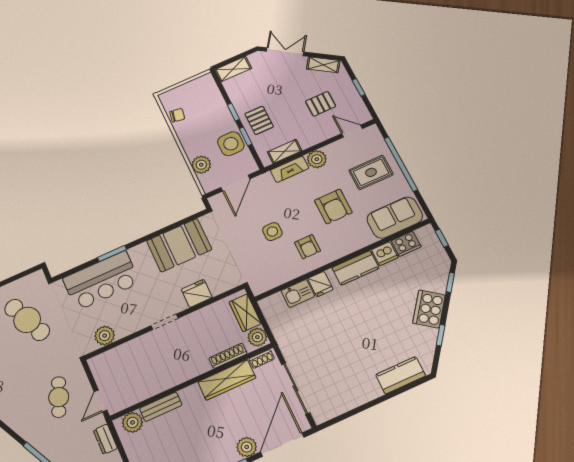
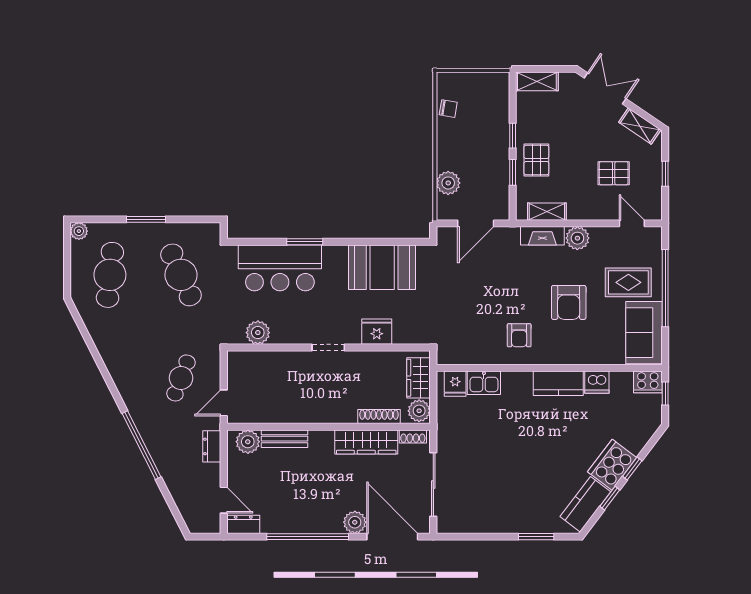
side table: (231, 144) -> (492, 173), removed
sofa: (395, 218) -> (644, 333), moved, turned -90
side table: (272, 232) -> (490, 300), removed
cooker: (406, 244) -> (648, 382), moved
window: (450, 282) -> (632, 468), moved
fridge: (320, 284) -> (455, 384), moved
kitchen counter: (401, 375) -> (585, 504), moved, turned -53
window: (398, 392) -> (536, 537), added
door: (282, 445) -> (392, 537), hinge flipped

